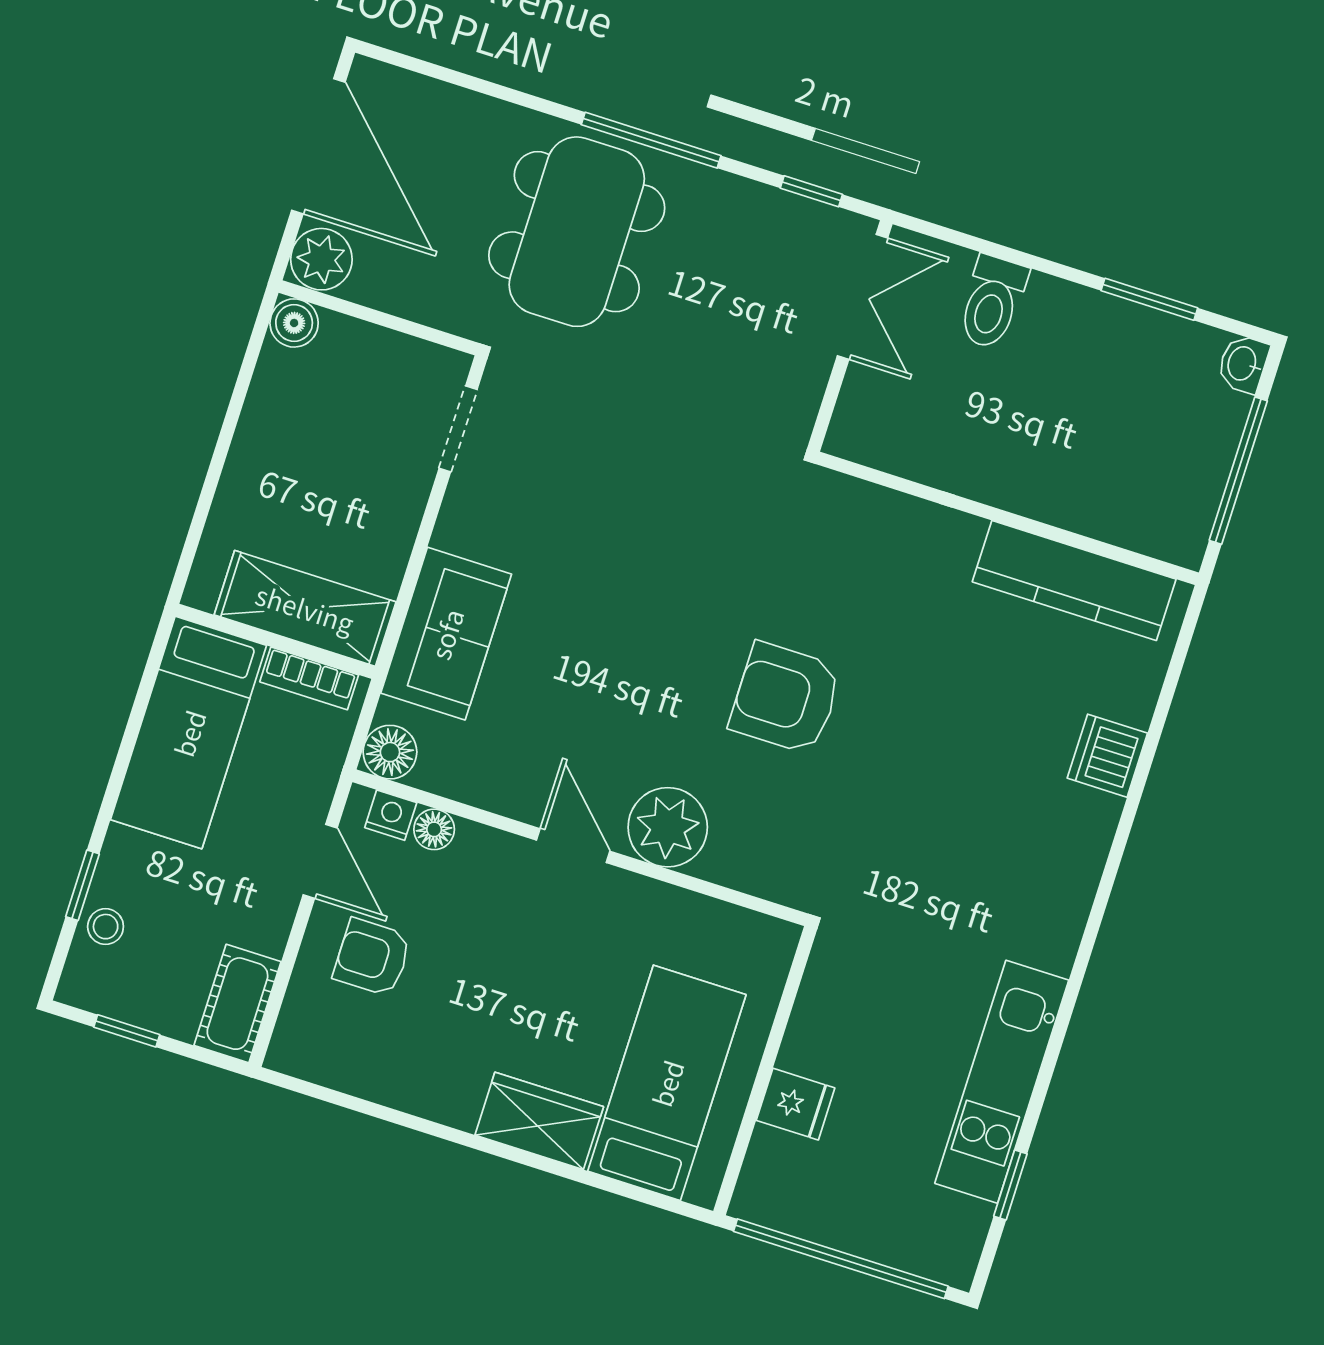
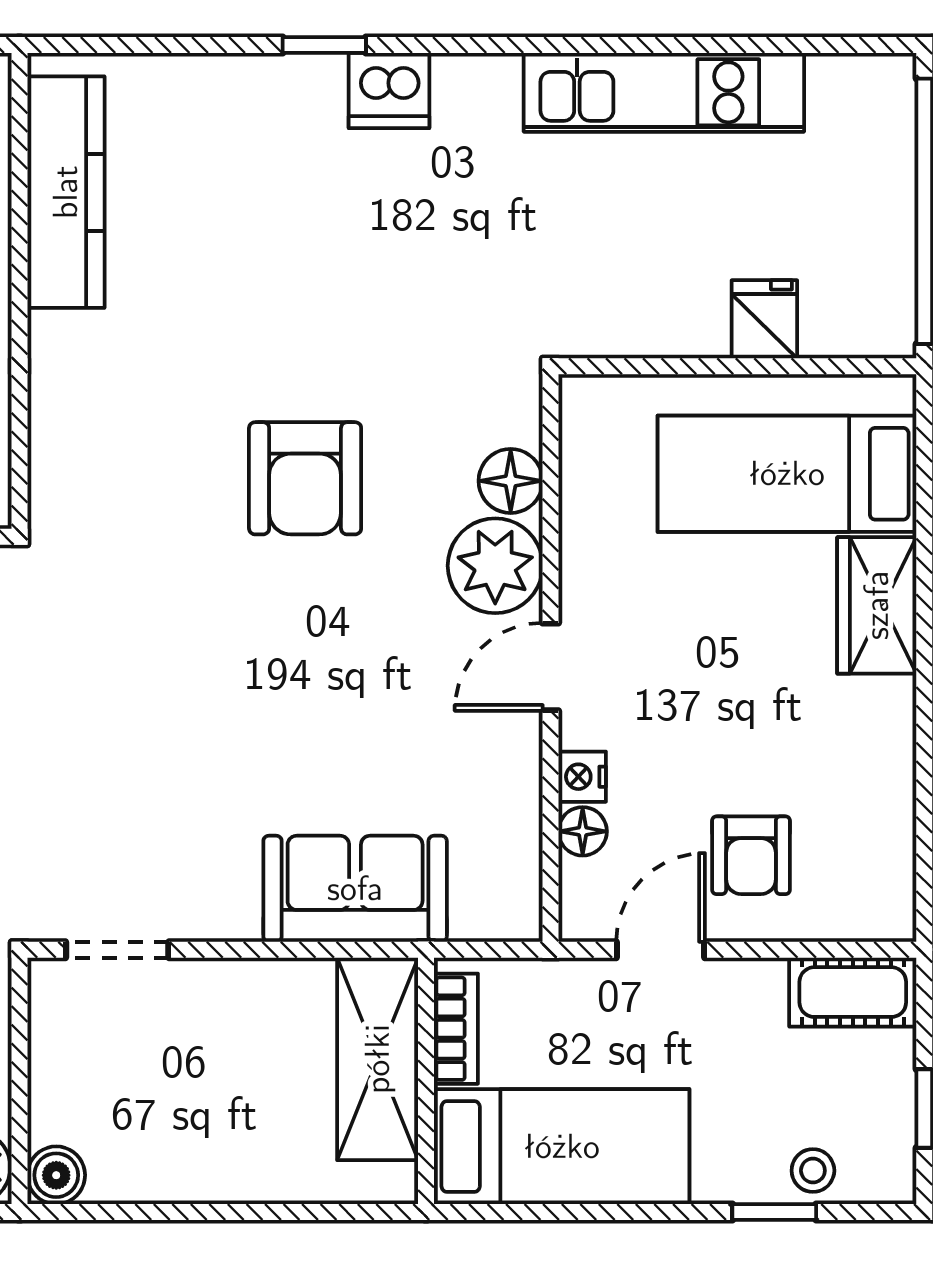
floor lamp: (390, 752) -> (511, 481), moved
dishwasher: (1107, 756) -> (389, 91), moved
nightstand: (391, 815) -> (582, 777), moved
window: (1010, 1185) -> (324, 45), moved

